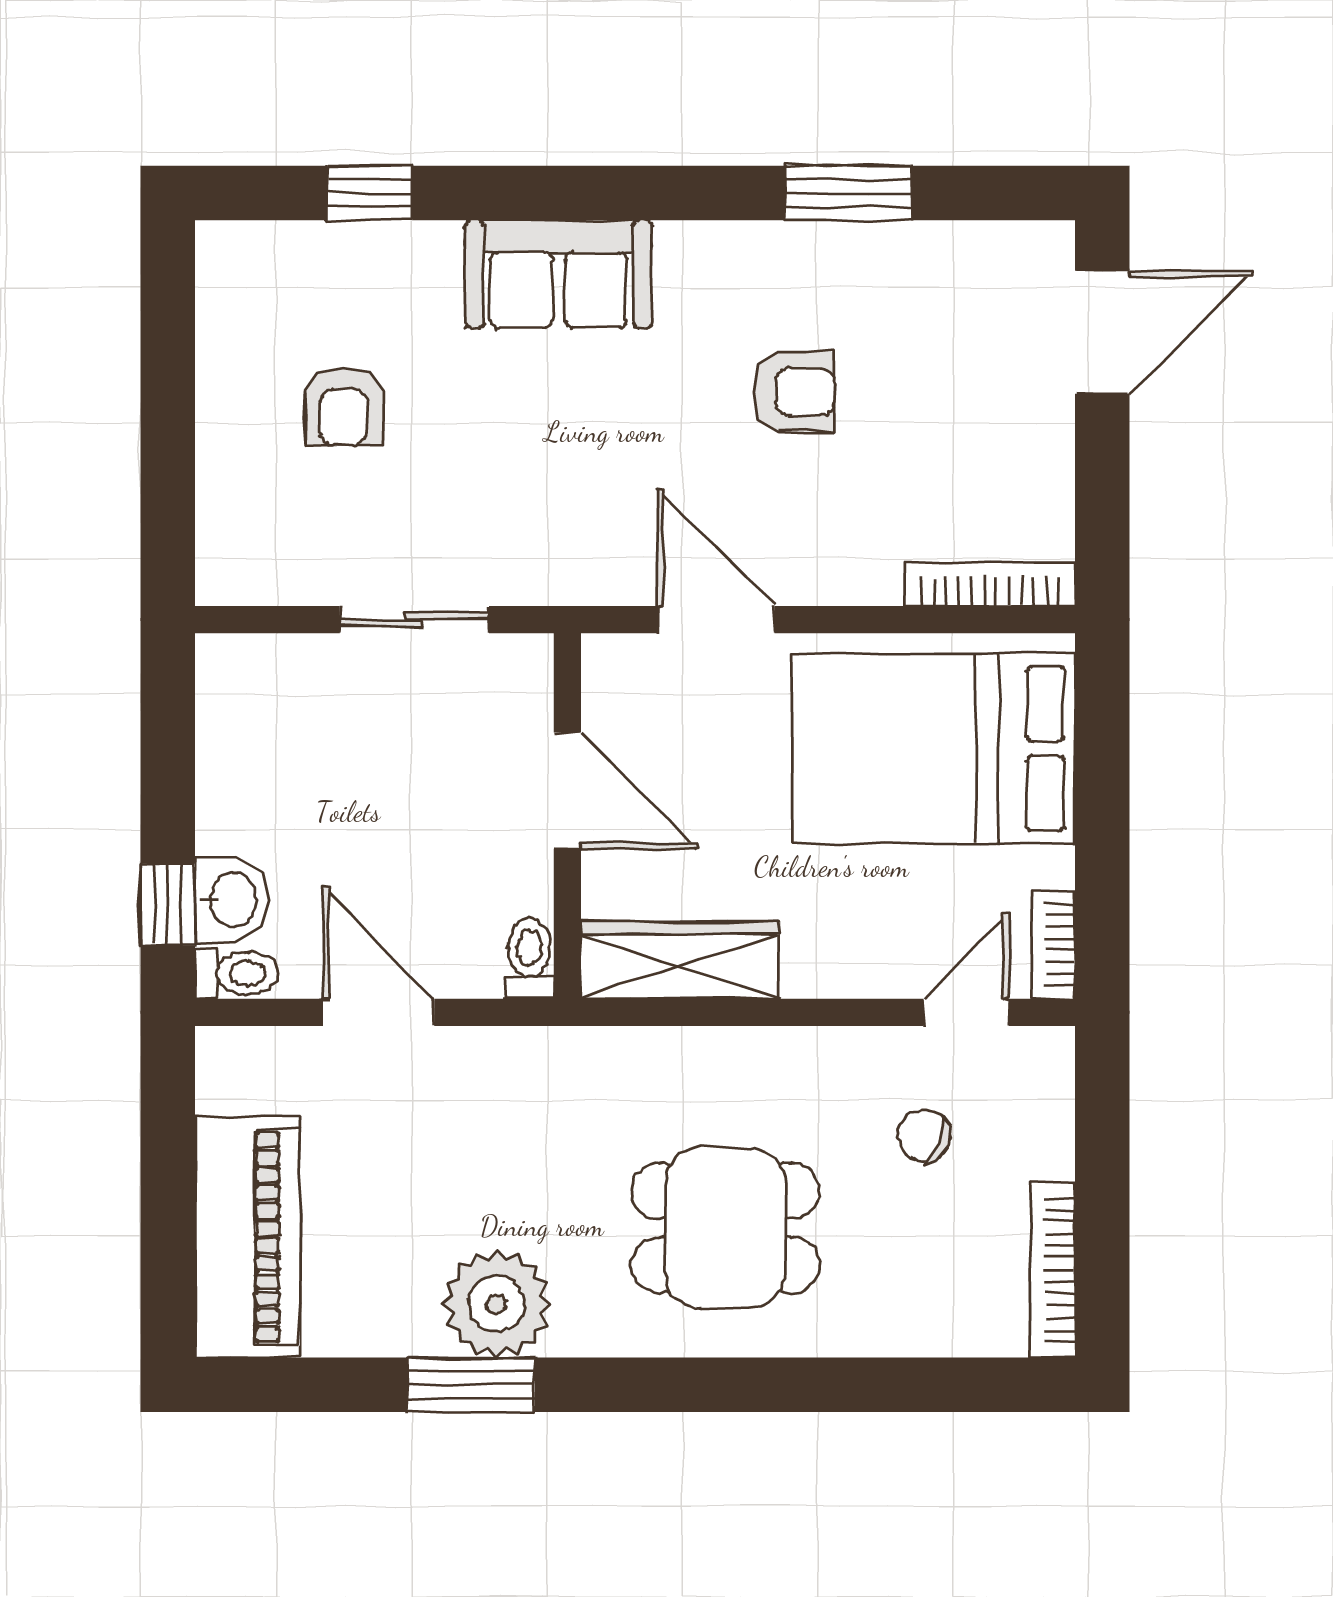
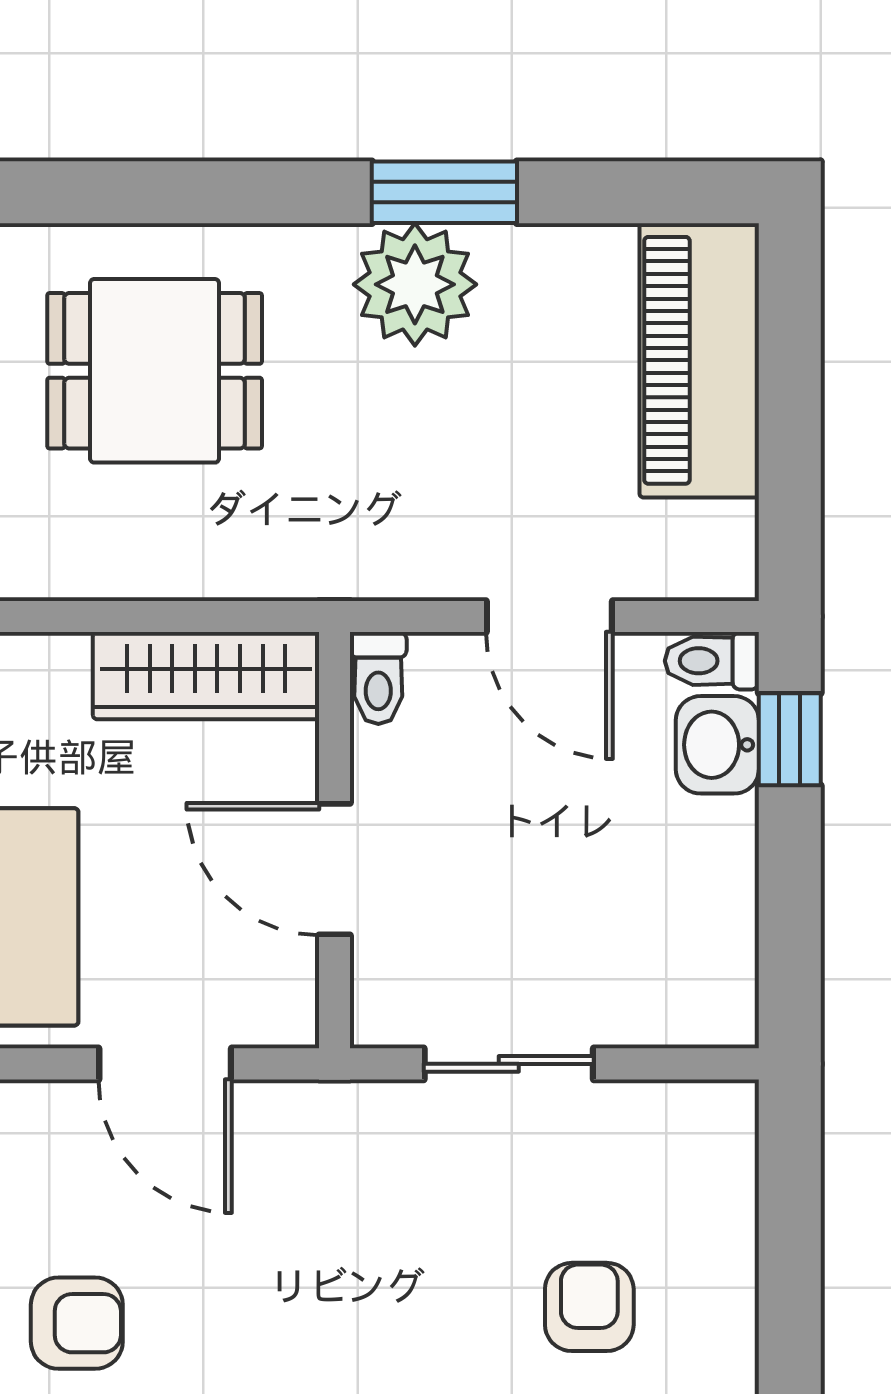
armchair: (794, 392) -> (77, 1323), turned 180

